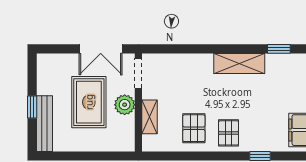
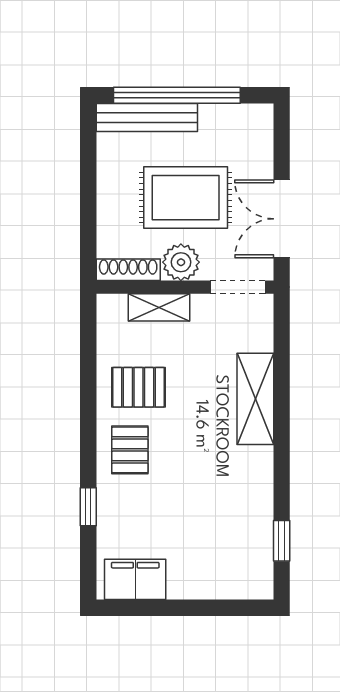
shelving: (239, 64) -> (255, 399), moved
window: (32, 107) -> (177, 95), width x3.17
pallet: (229, 133) -> (130, 450), turned 90
shoe rack: (129, 134) -> (128, 270), added

